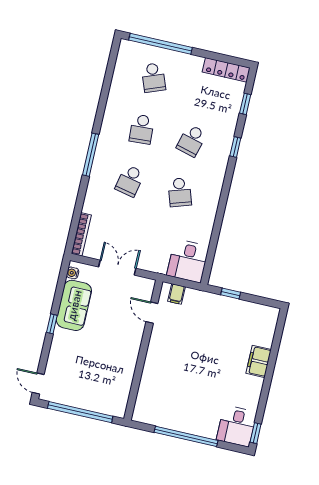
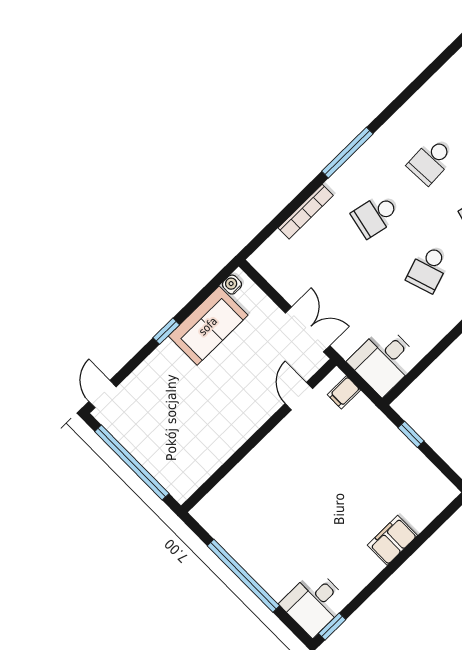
bookcase: (81, 234) -> (306, 212), moved
double door: (117, 268) -> (308, 329), moved

